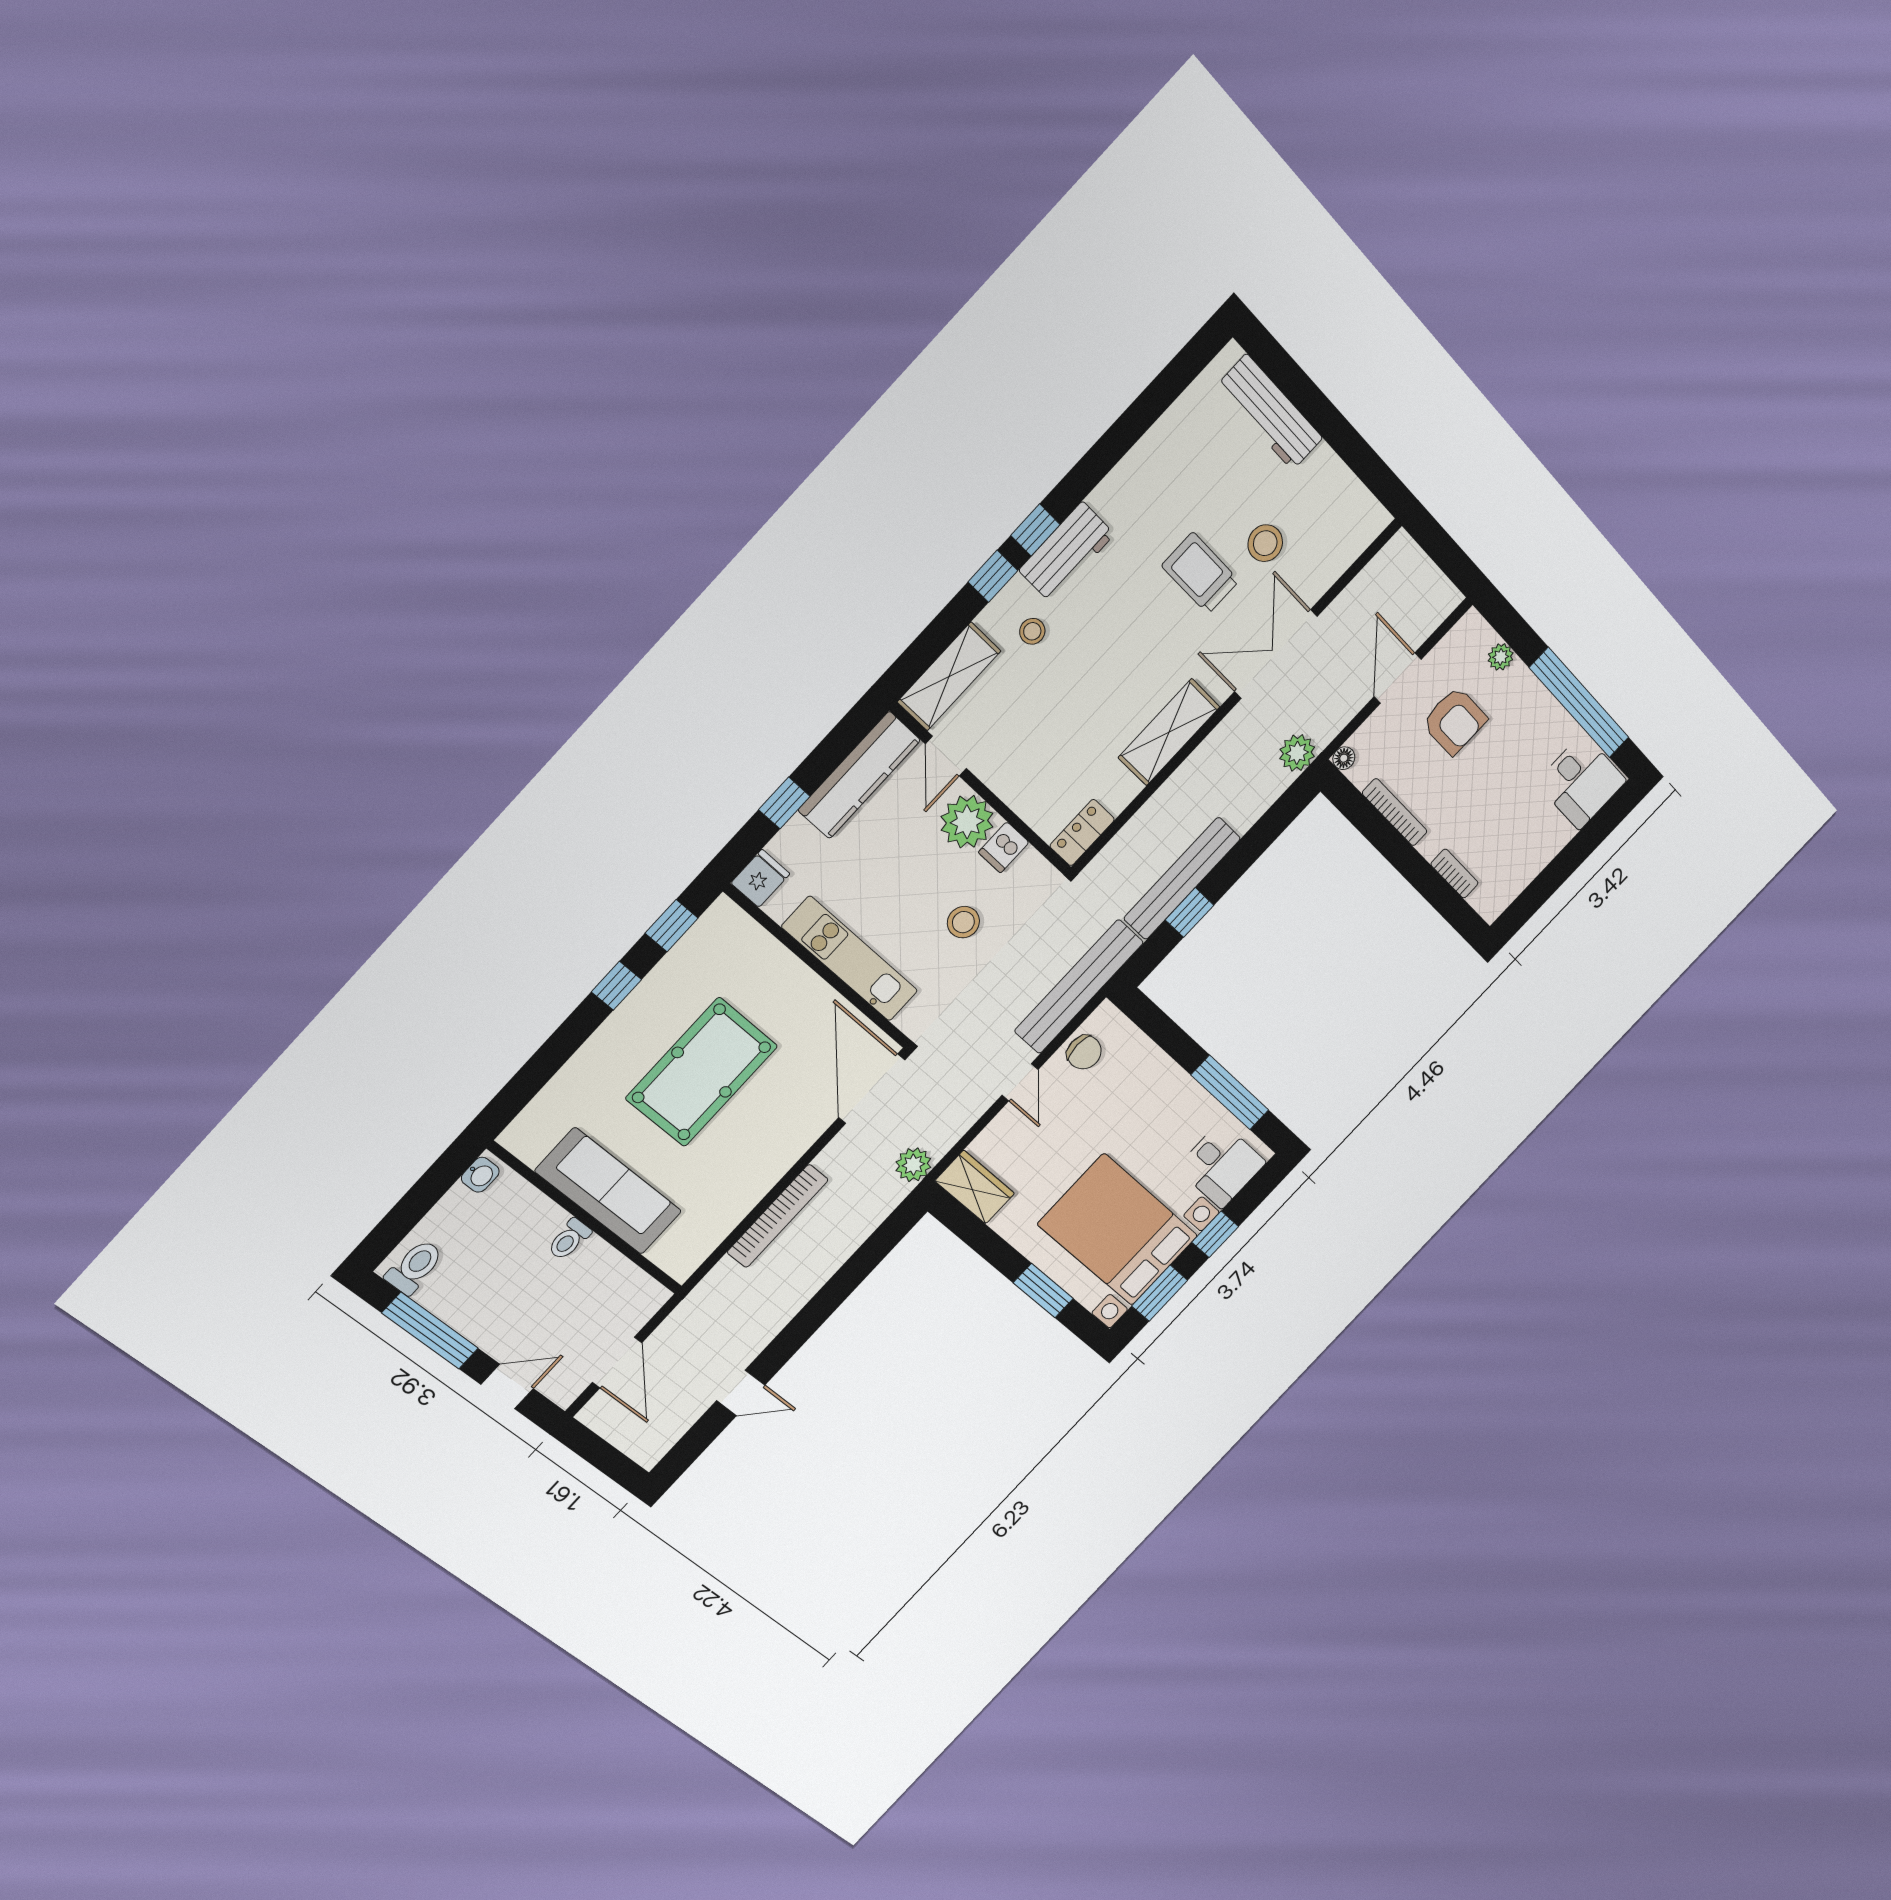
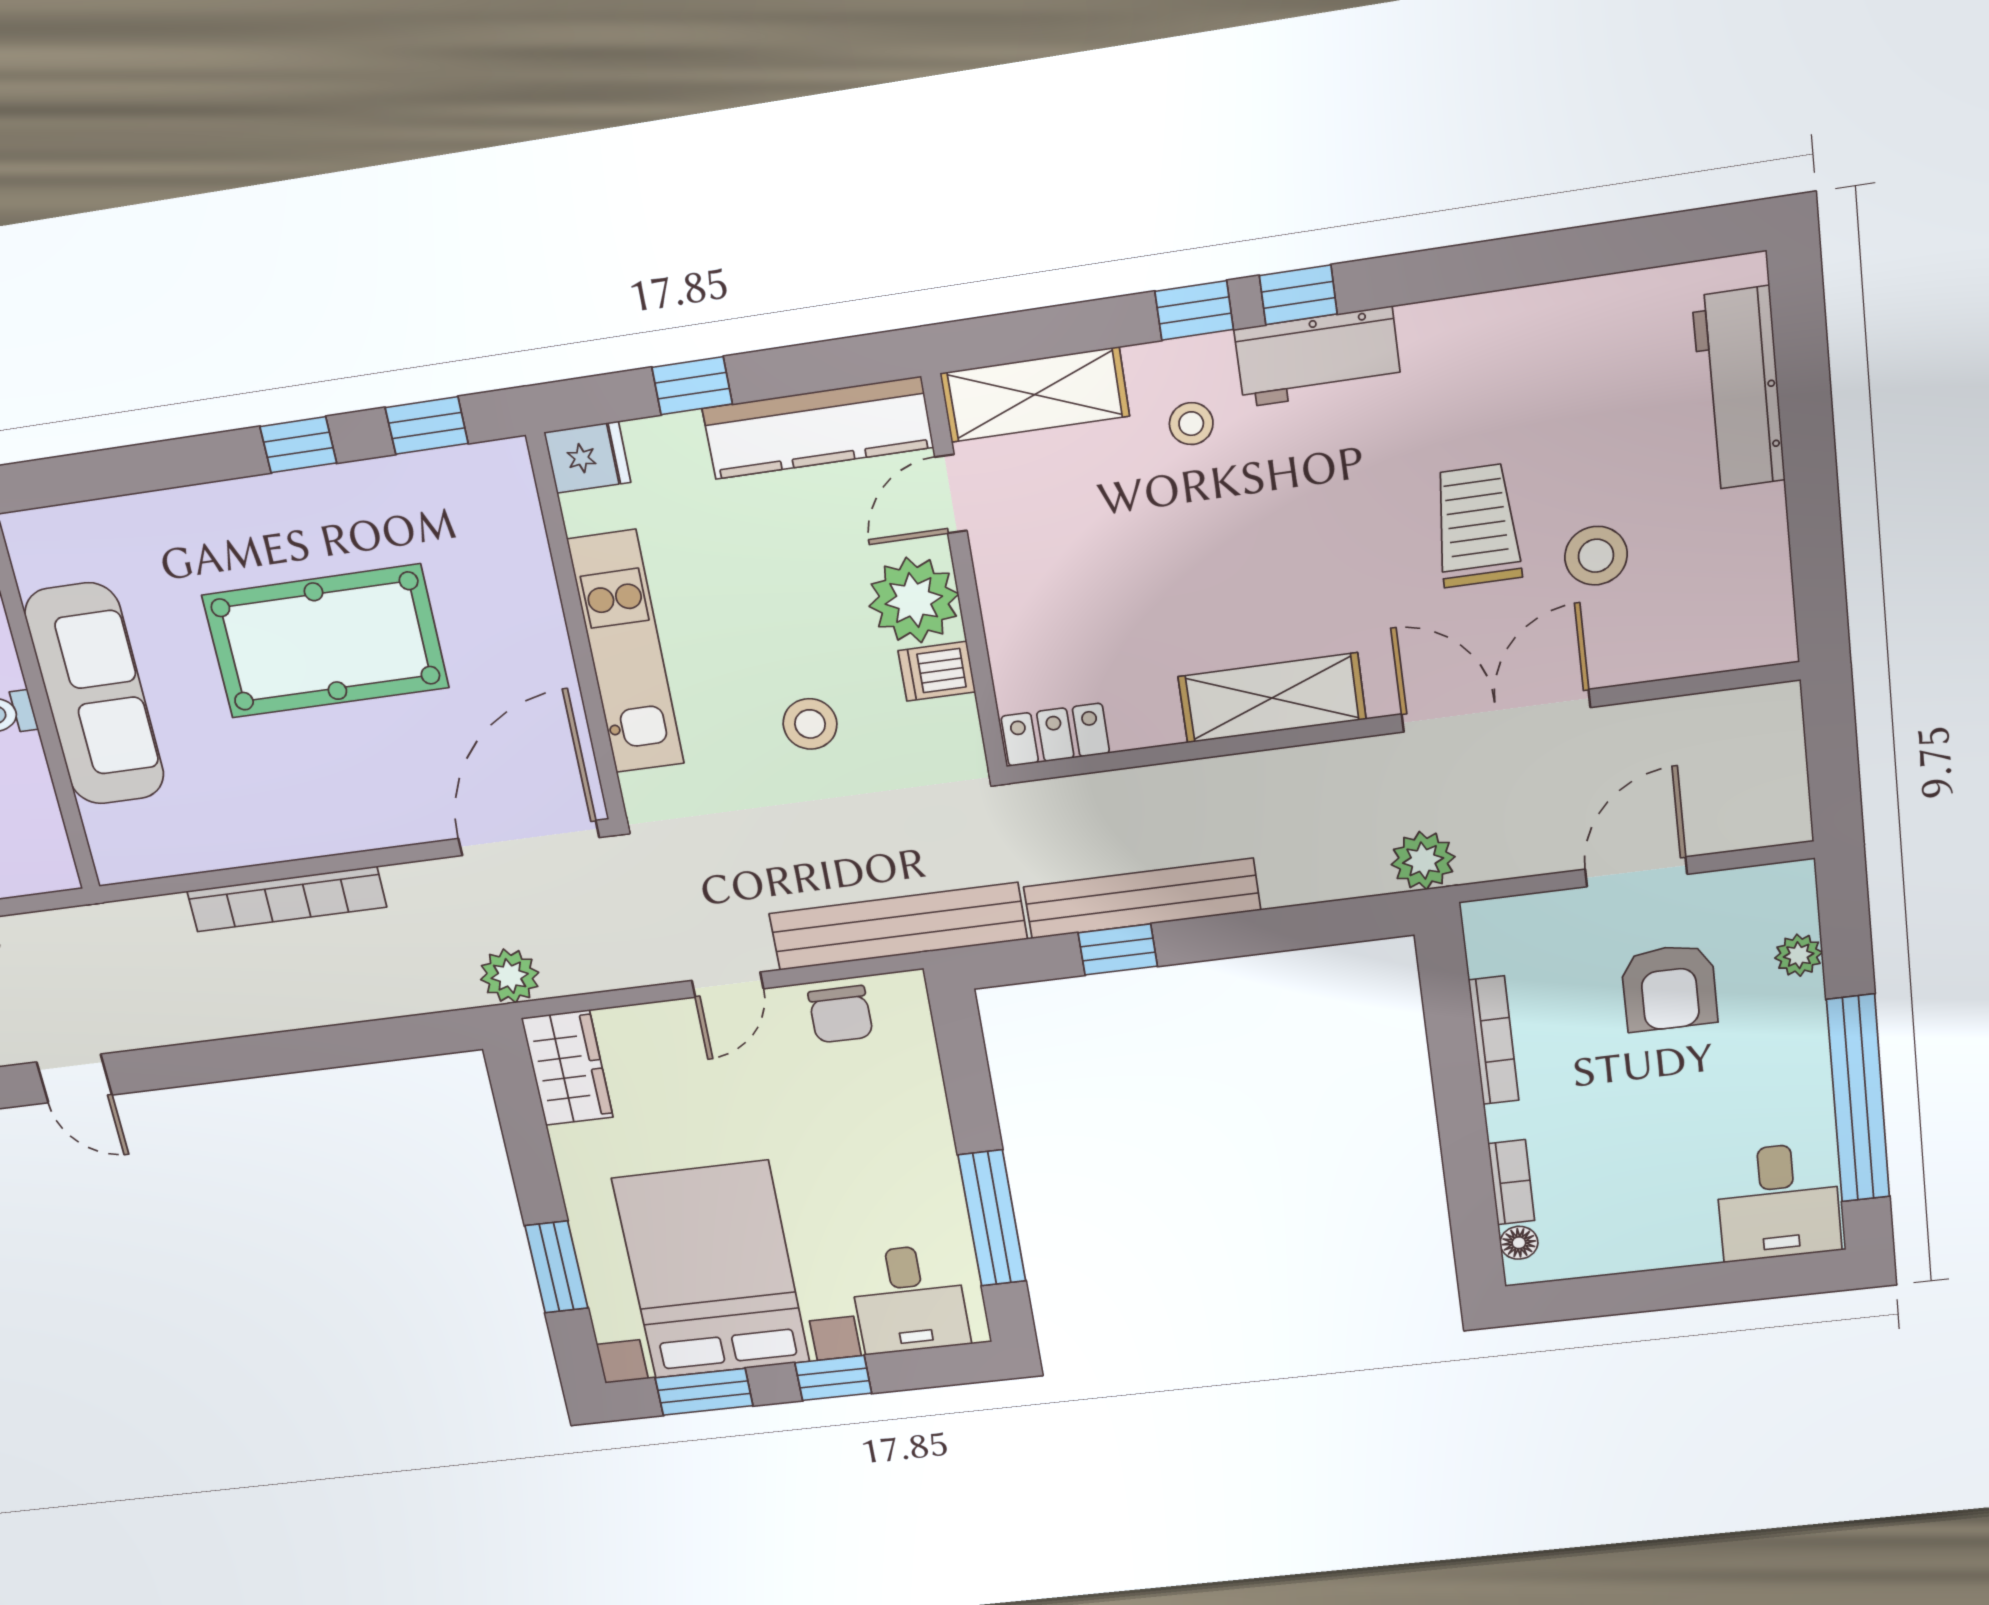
floor lamp: (1344, 758) -> (1519, 1243), moved

